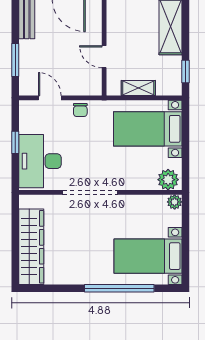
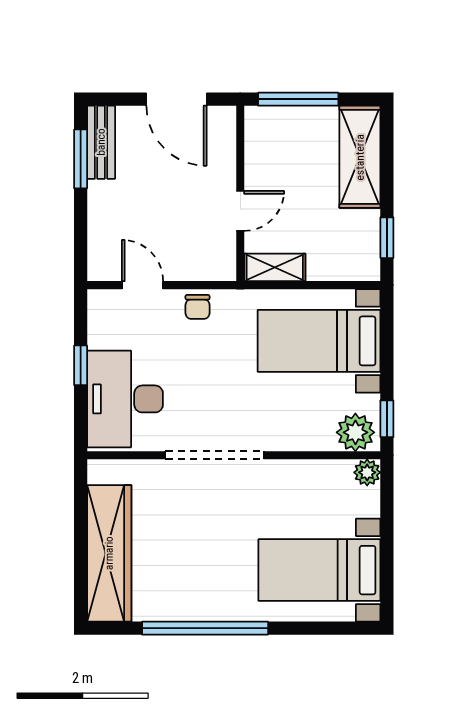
door: (104, 57) -> (240, 211), swing flipped
window: (15, 60) -> (81, 159), moved
shelving: (138, 88) -> (275, 267), moved
window: (186, 172) -> (387, 419), added
window: (119, 288) -> (205, 628), moved

